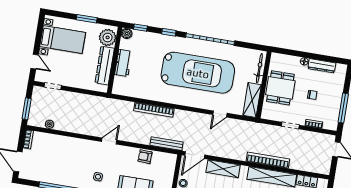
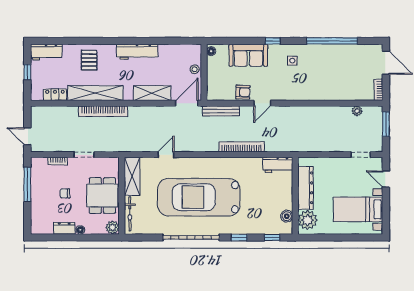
window: (87, 19) -> (335, 237), removed
boiler: (127, 33) -> (287, 216), moved
plant: (276, 59) -> (112, 228), added
workbench: (123, 63) -> (278, 165), moved, turned -90
dresser: (322, 66) -> (64, 228), width x0.70
door: (109, 141) -> (262, 103), moved

